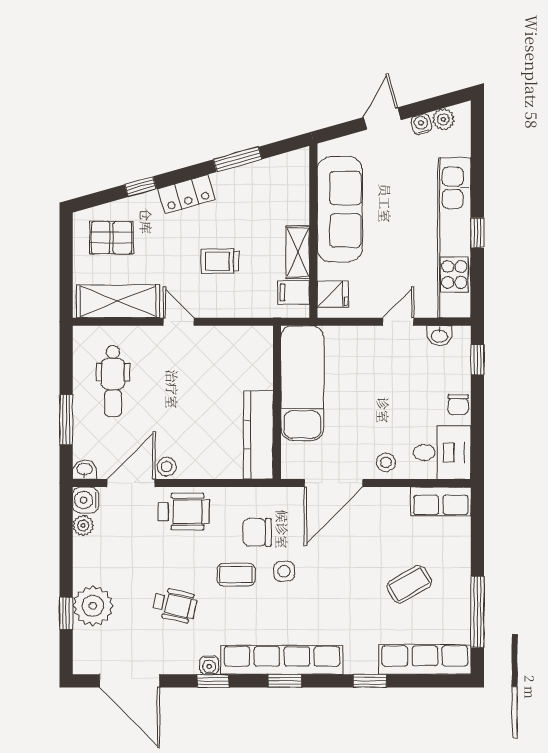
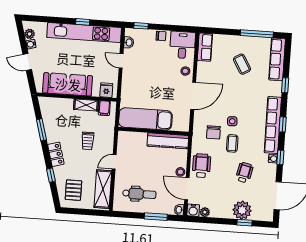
exam couch: (302, 383) -> (145, 119), moved
wall: (277, 402) -> (153, 131), moved
kitchen counter: (258, 435) -> (168, 141), moved
door: (334, 483) -> (193, 96), hinge flipped

